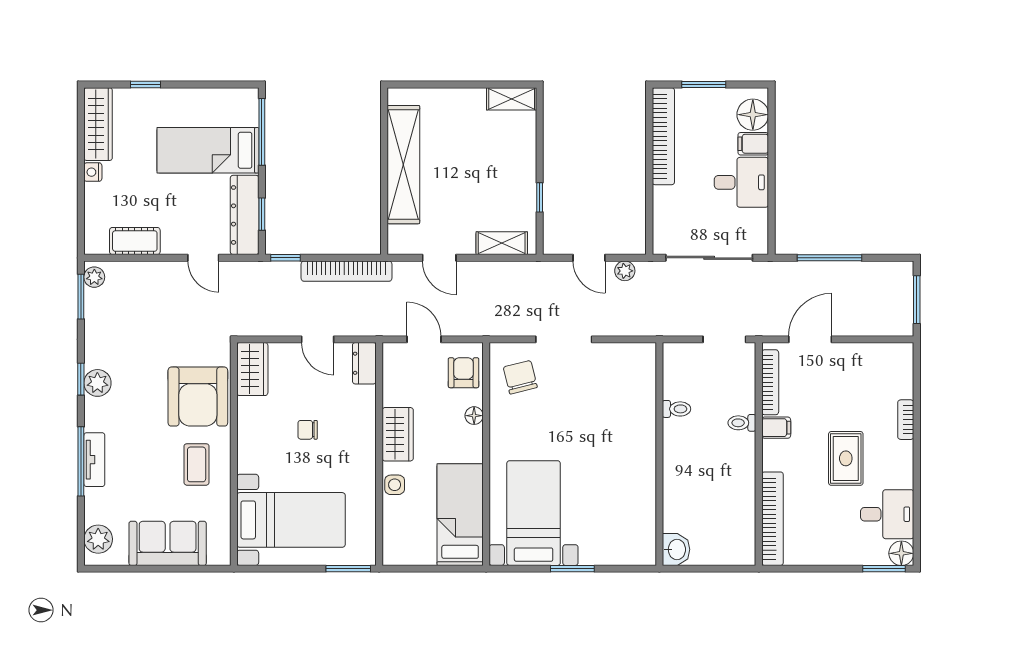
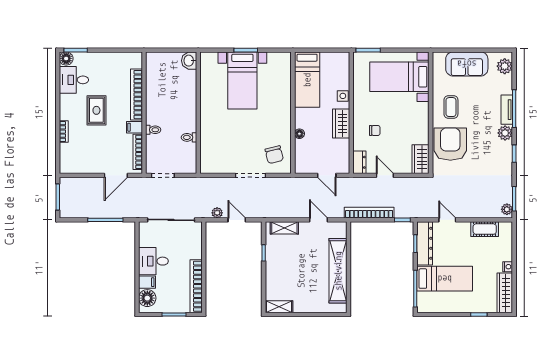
armchair: (464, 373) -> (305, 157), removed
plant: (97, 383) -> (505, 133), moved
chair: (308, 430) -> (375, 130), moved
bed with nightstands: (534, 513) -> (242, 80), moved
bookcase: (772, 519) -> (136, 95), moved

